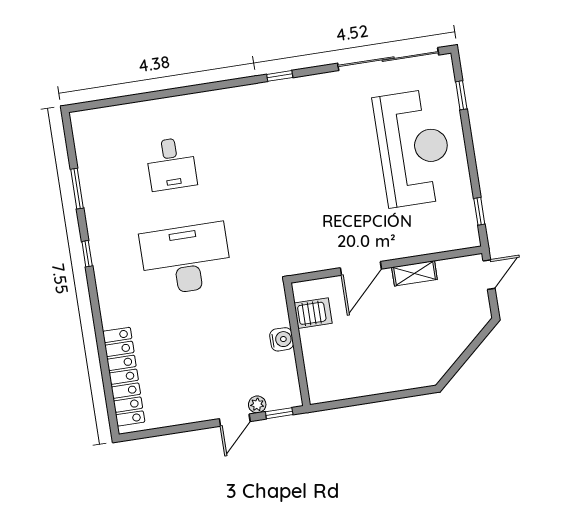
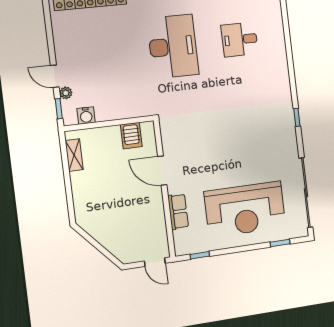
row of seats: (418, 244) -> (178, 212), added
shelving: (414, 273) -> (74, 155), moved
water cooler: (282, 339) -> (86, 116), moved

